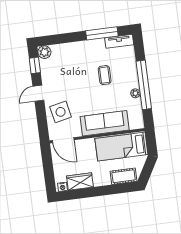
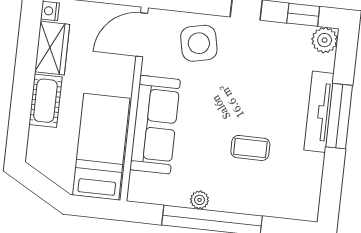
window: (102, 33) -> (339, 116), moved
tv unit: (119, 41) -> (319, 112), moved, width x1.41
cot: (124, 176) -> (45, 101), moved

